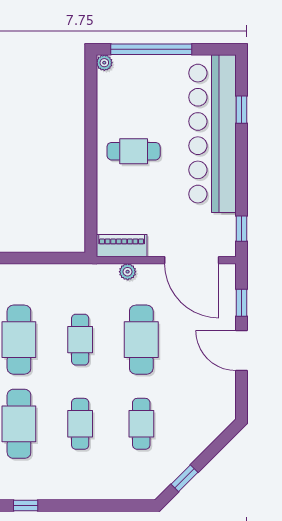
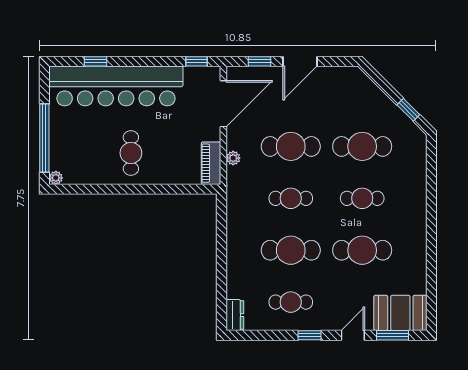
cafe table: (141, 424) -> (362, 146), width x1.37, depth x1.35
window: (26, 505) -> (431, 245), removed

